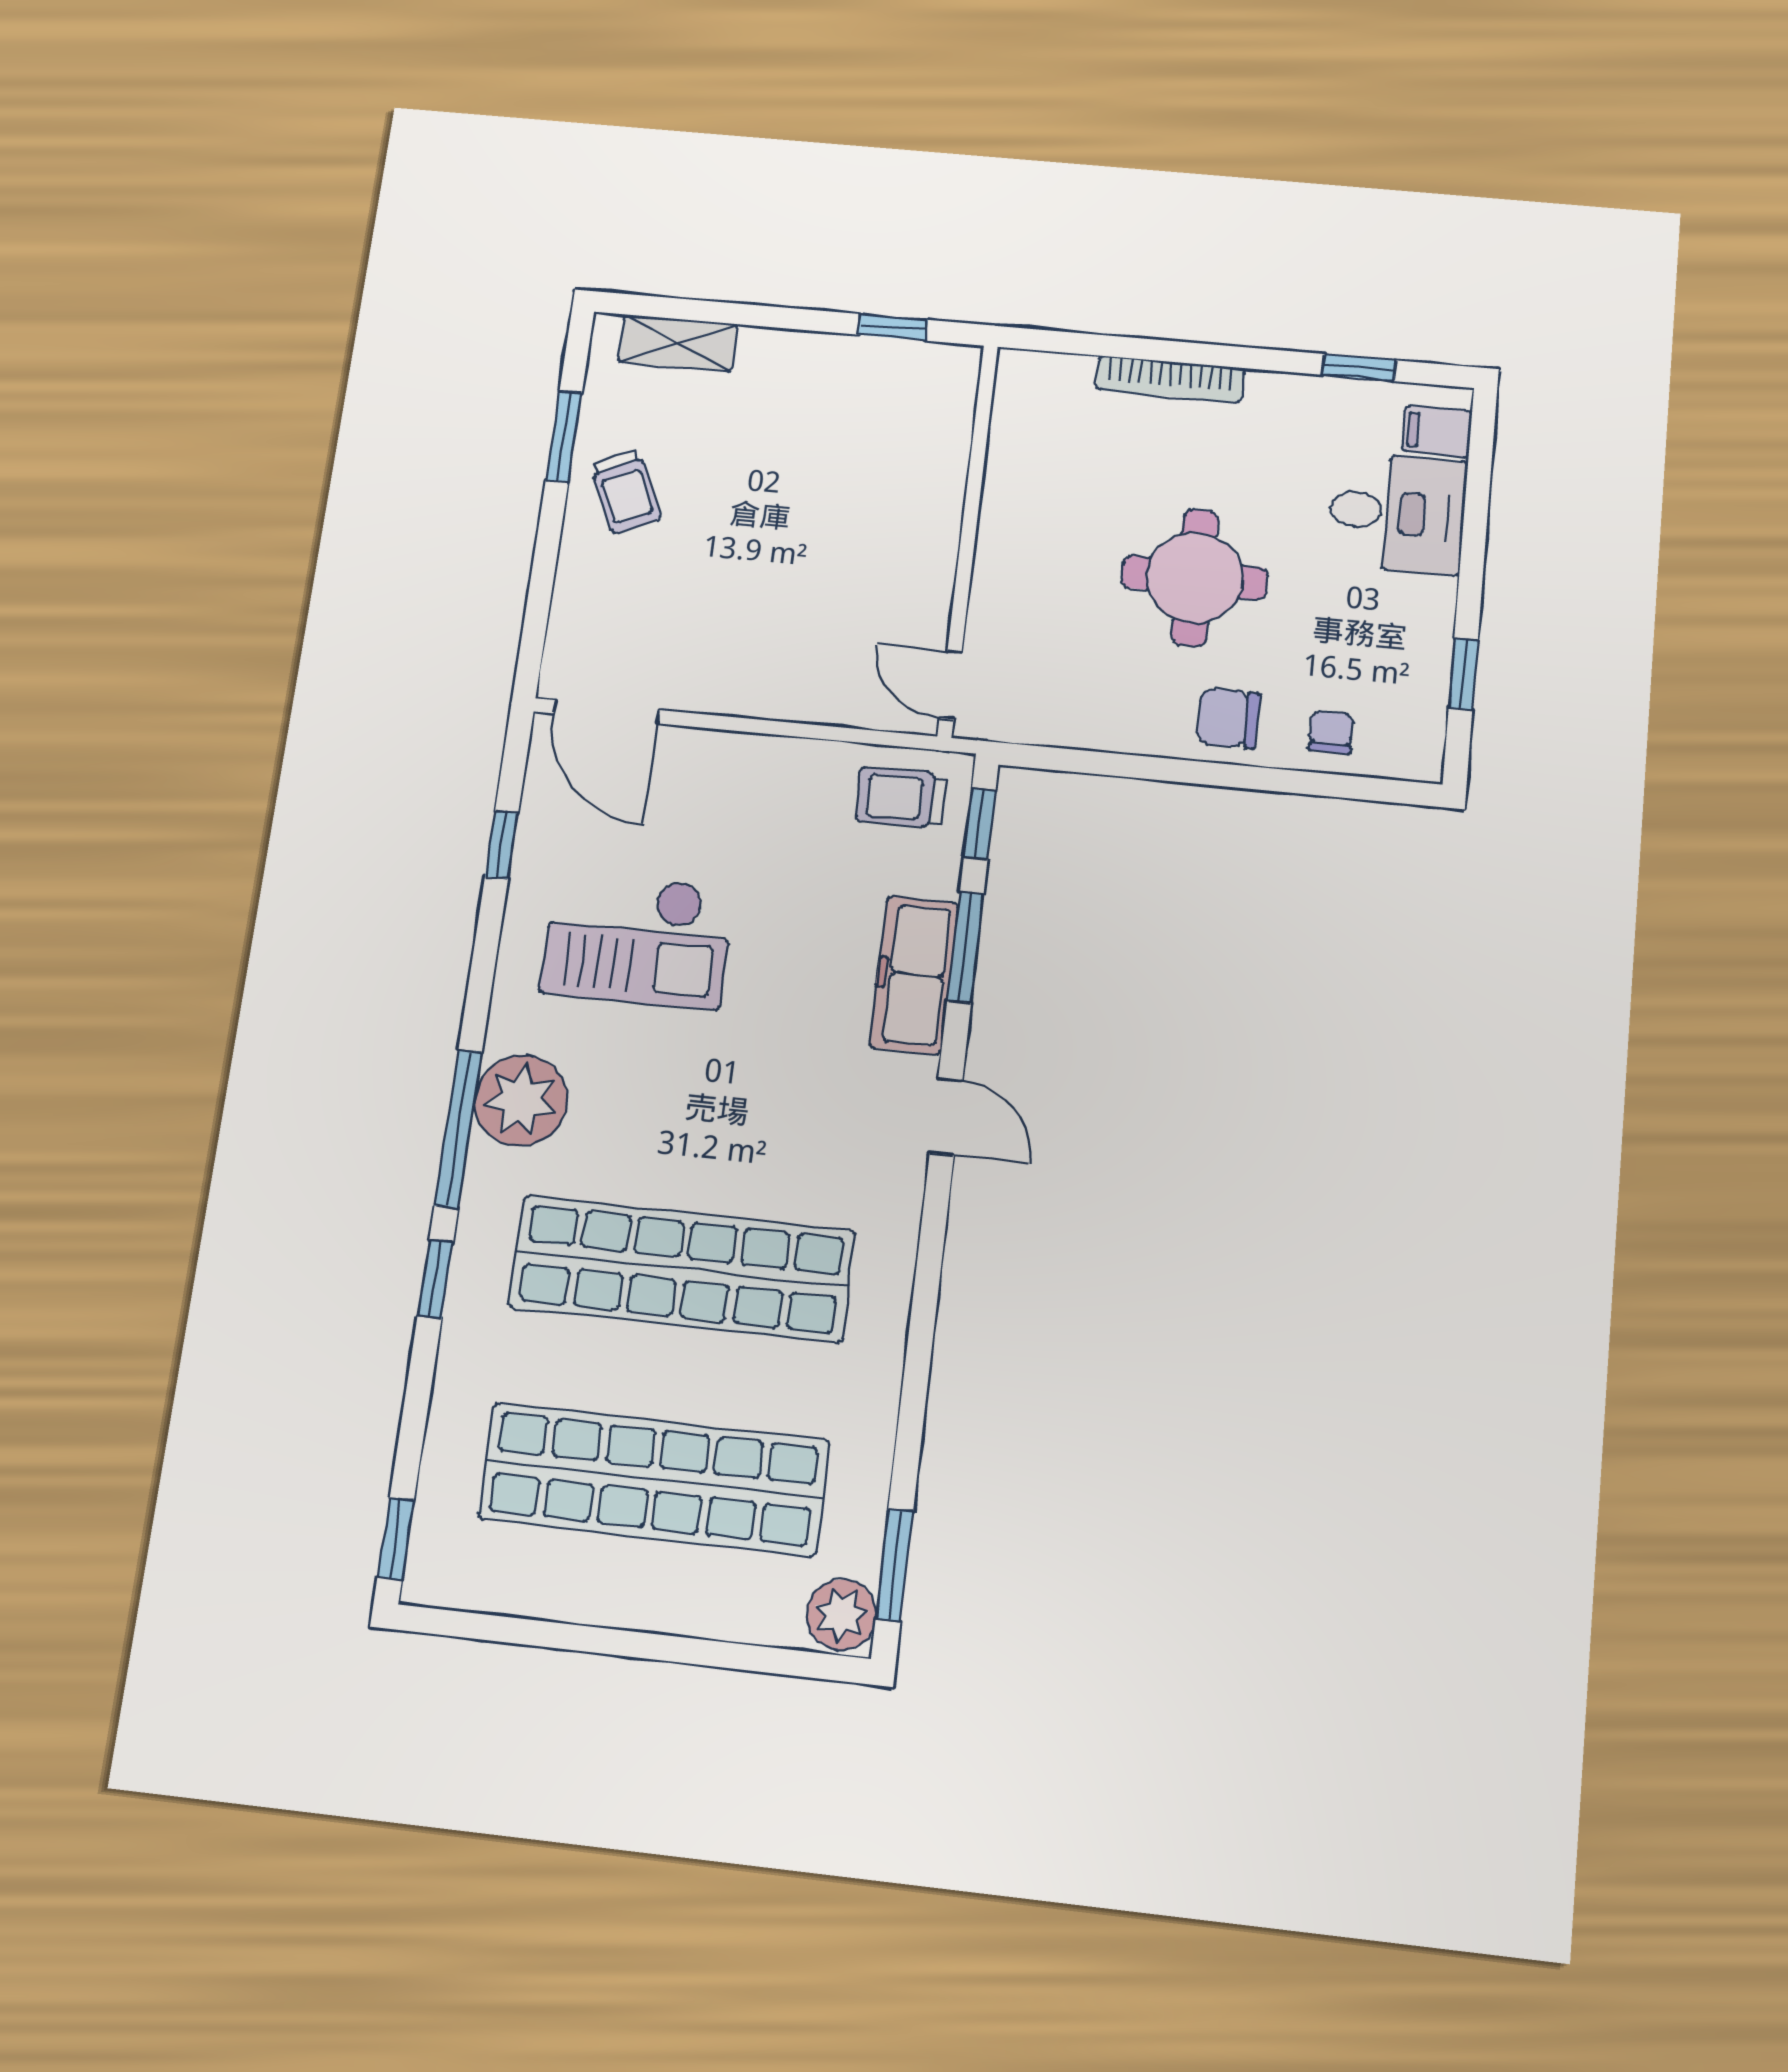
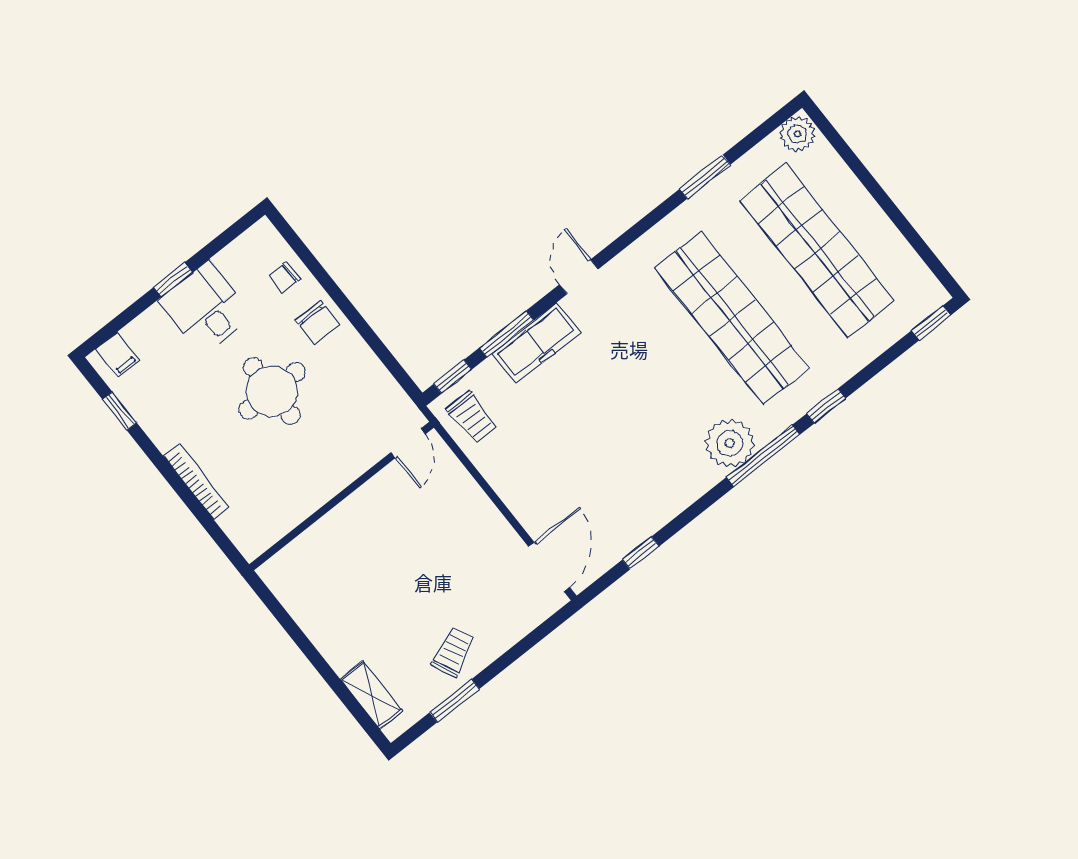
window: (893, 327) -> (281, 615), removed
desk: (1397, 513) -> (206, 308), moved
window: (1463, 674) -> (173, 280), moved
checkout: (638, 940) -> (626, 462), removed
window: (894, 1565) -> (705, 177), moved

